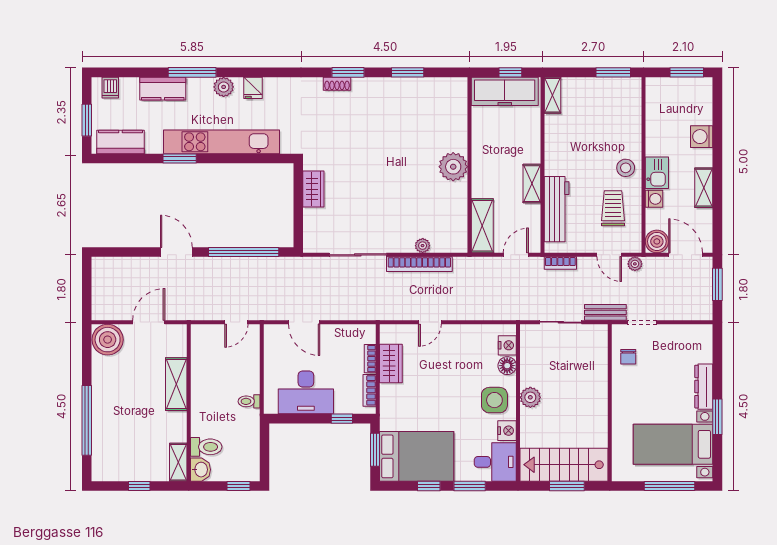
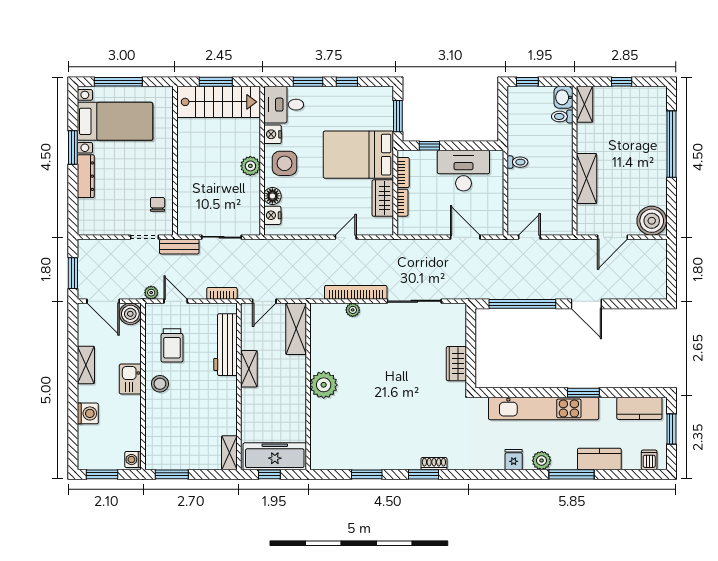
washing machine: (654, 199) -> (133, 460), moved
toilet: (206, 447) -> (562, 116), width x0.73, depth x0.72
bed: (417, 456) -> (358, 155), moved

